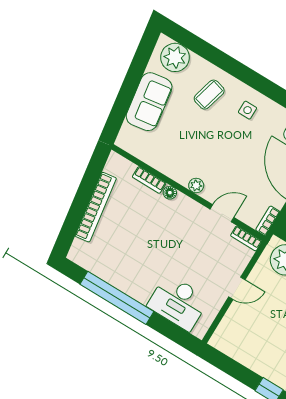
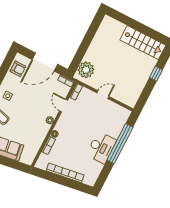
door: (237, 288) -> (103, 95), hinge flipped
window: (117, 298) -> (120, 144), moved
desk: (178, 302) -> (101, 148), moved

